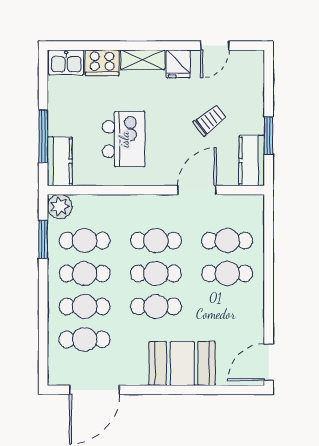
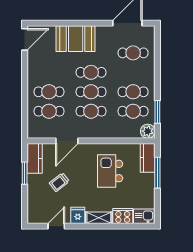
cafe table: (85, 306) -> (133, 72), removed

